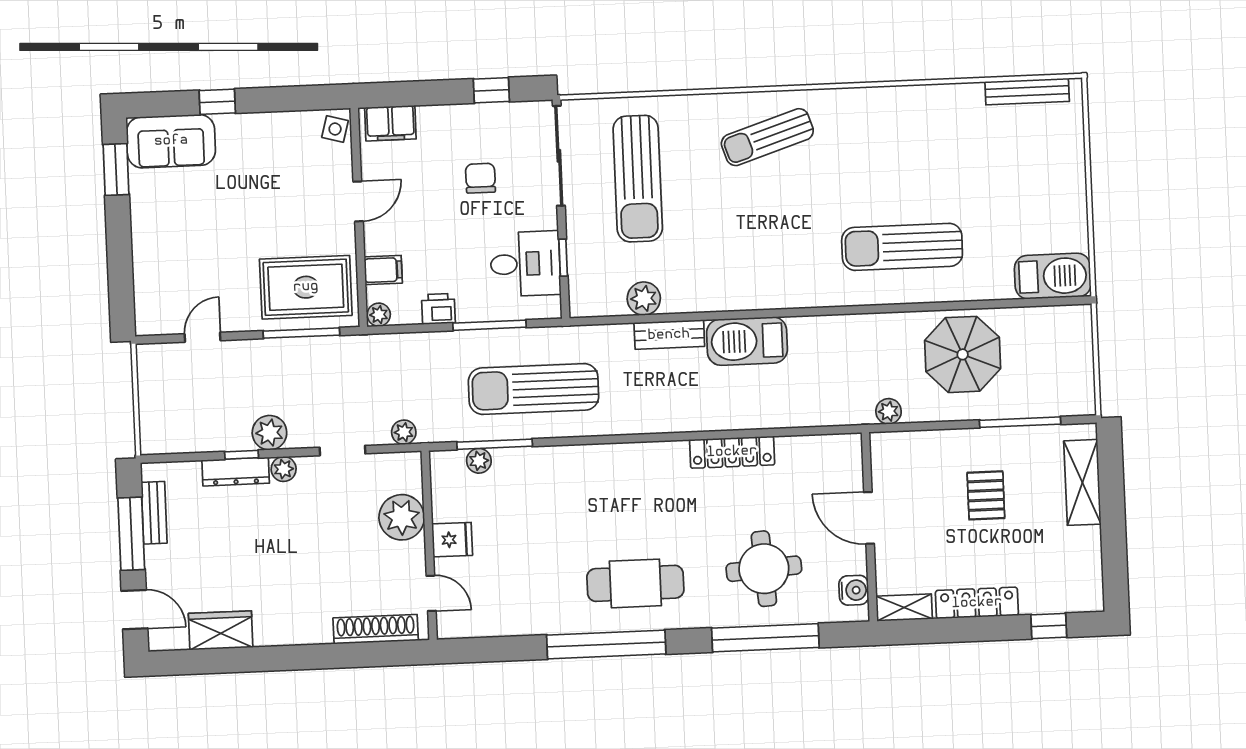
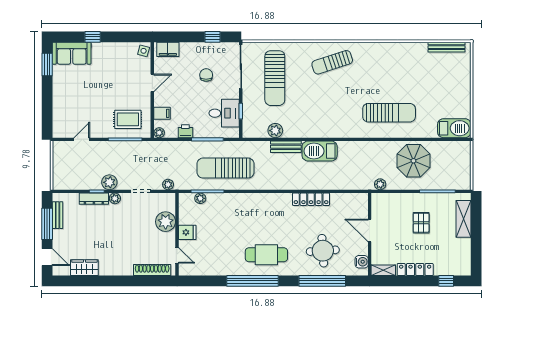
sun lounger: (902, 247) -> (389, 113), turned 180
rug: (306, 287) -> (128, 119), width x0.73, depth x0.70

